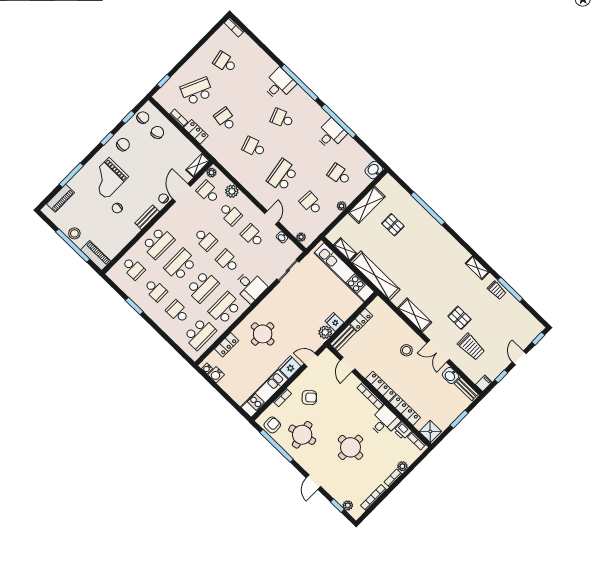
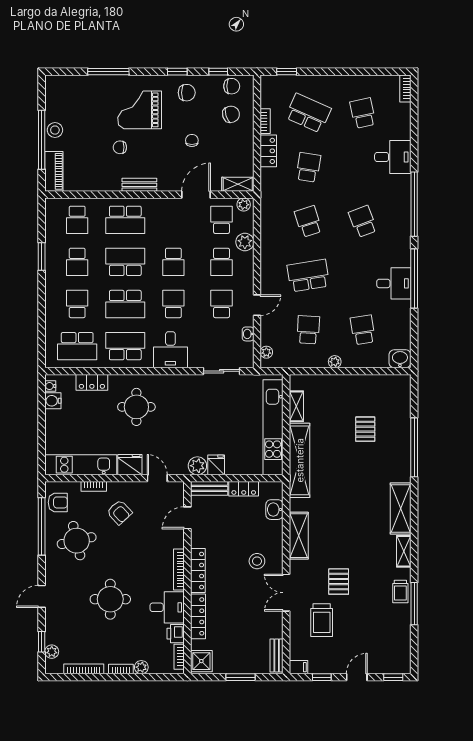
desk: (279, 84) -> (393, 157), moved
piano: (60, 198) -> (76, 83), removed
chair: (163, 198) -> (192, 140), moved
shelving: (367, 205) -> (401, 508), moved, turned 90
washbasin: (450, 375) -> (274, 510), moved

